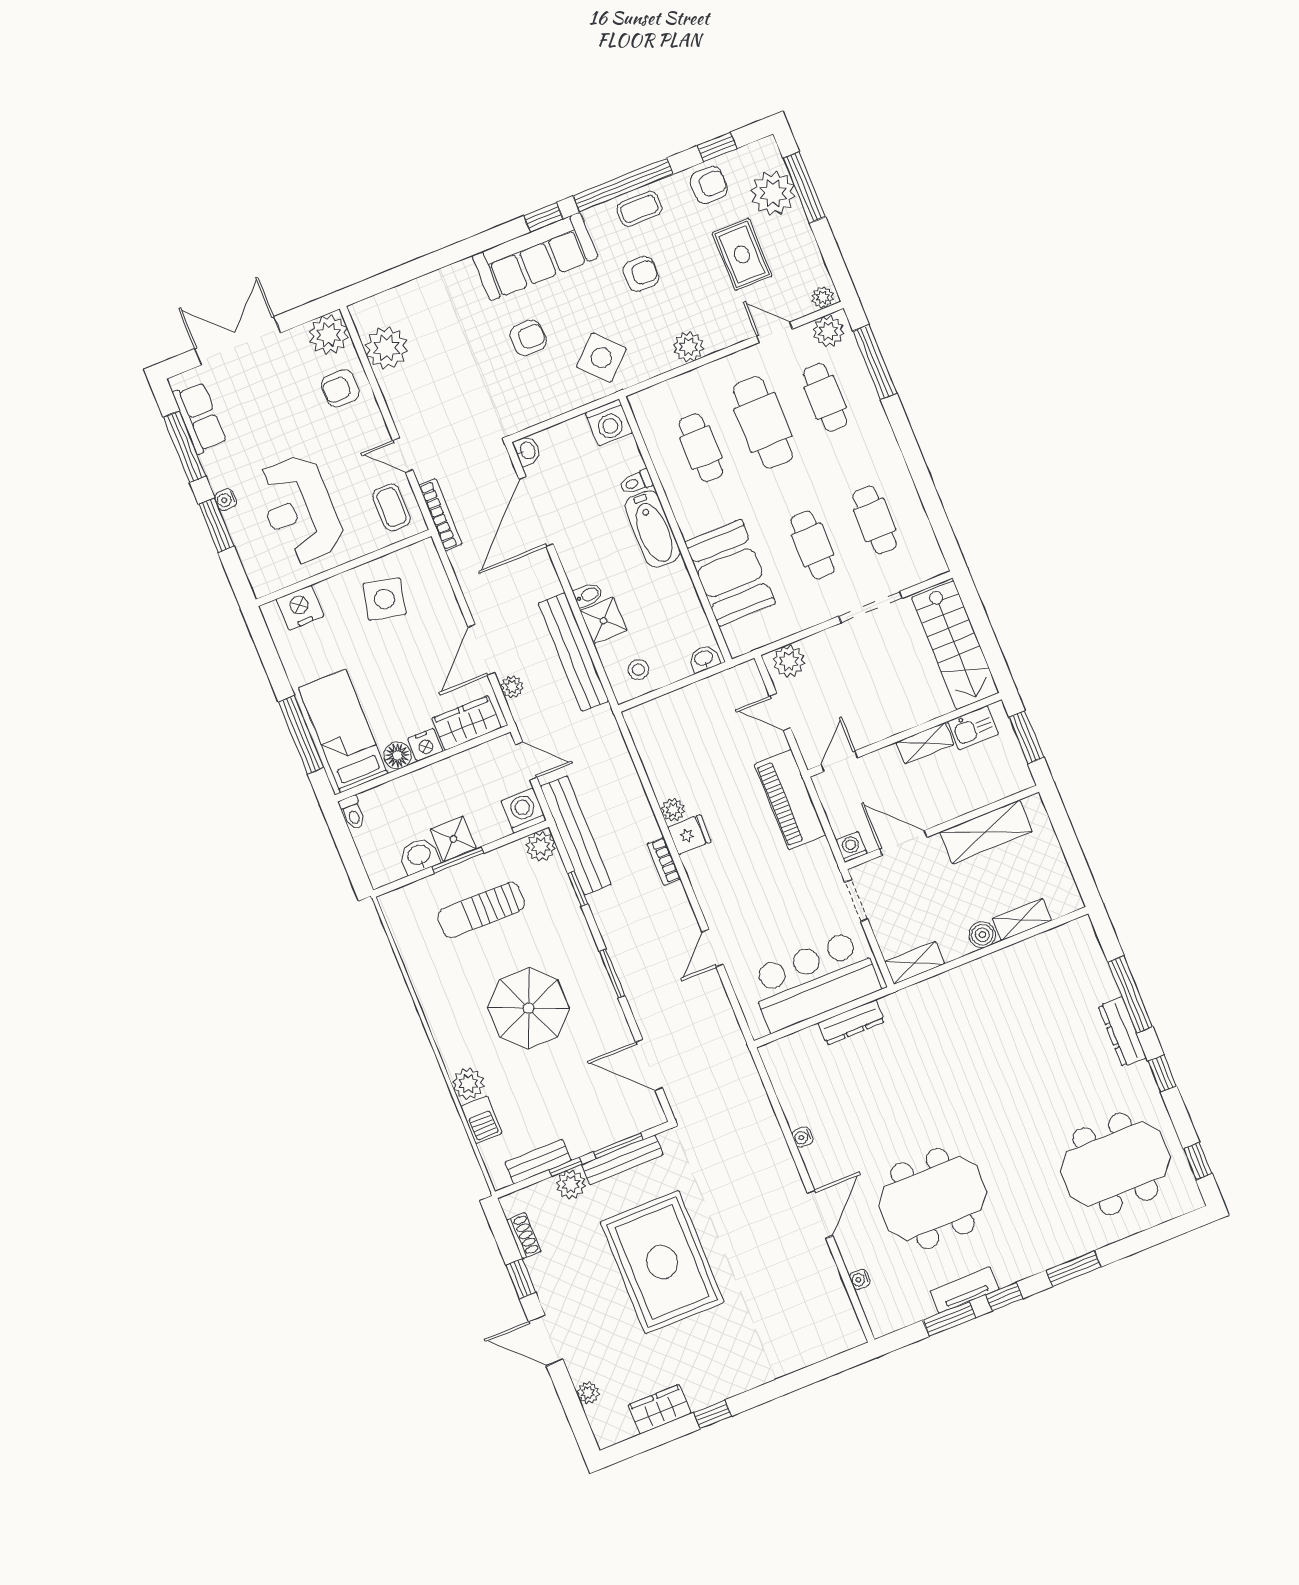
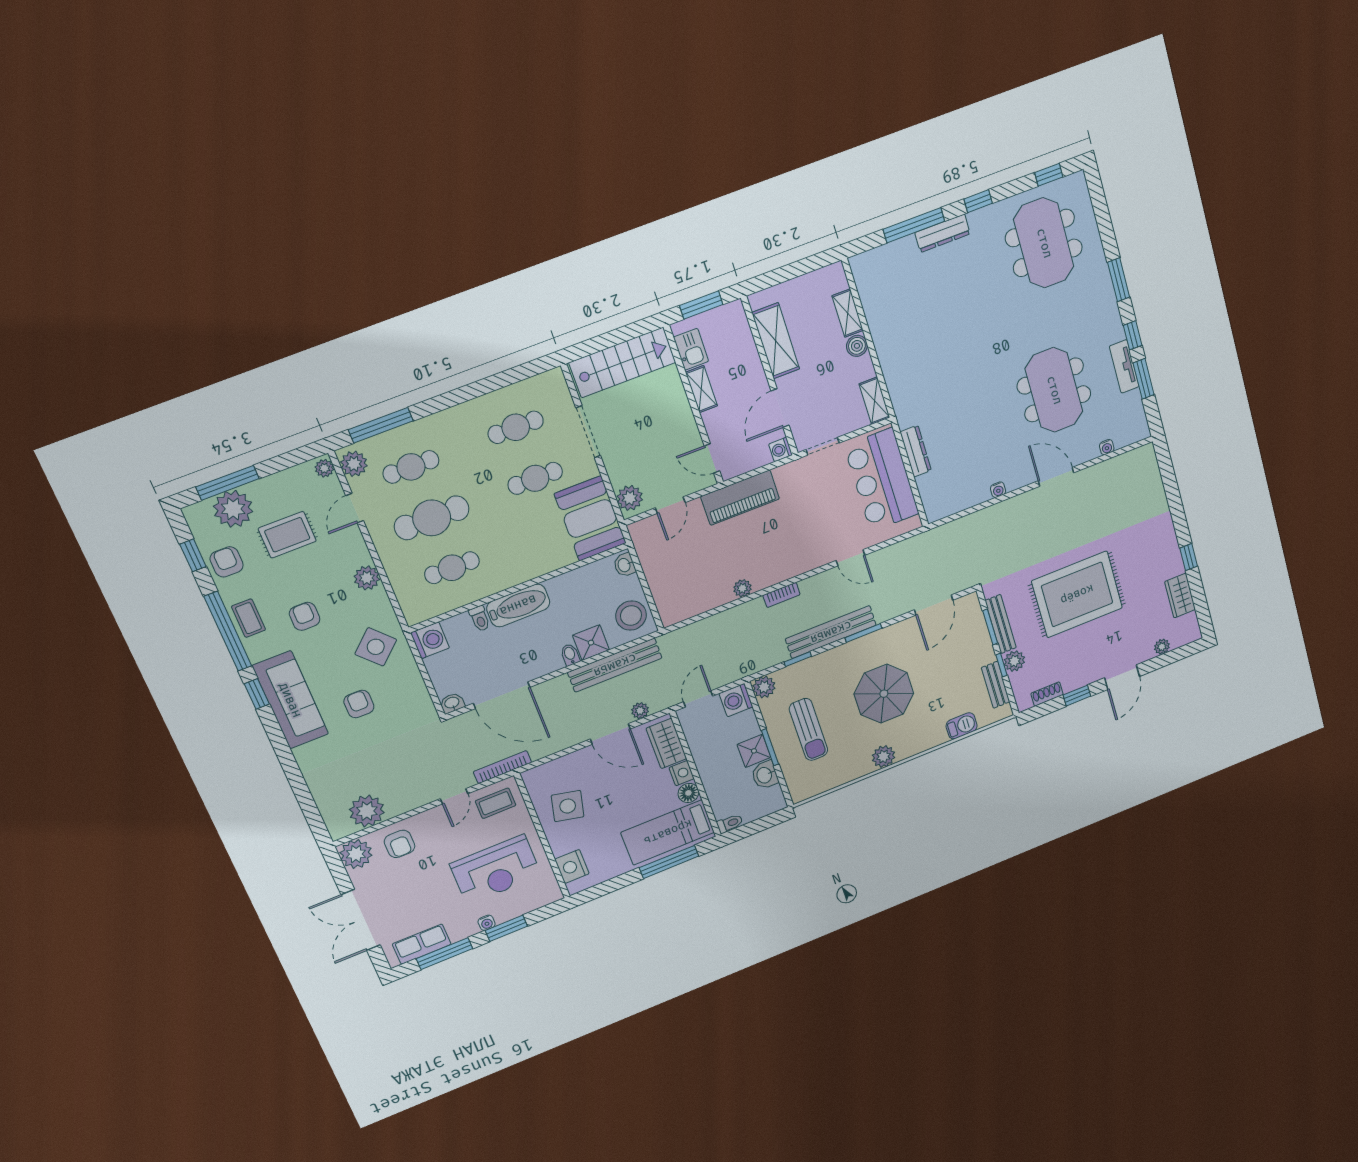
booth: (730, 573) -> (590, 519), moved, turned 90
stool: (638, 670) -> (631, 616), width x1.89, depth x1.89
fridge: (689, 834) -> (762, 576), removed
bench: (576, 835) -> (831, 632), moved
plant: (468, 1084) -> (884, 756), moved

